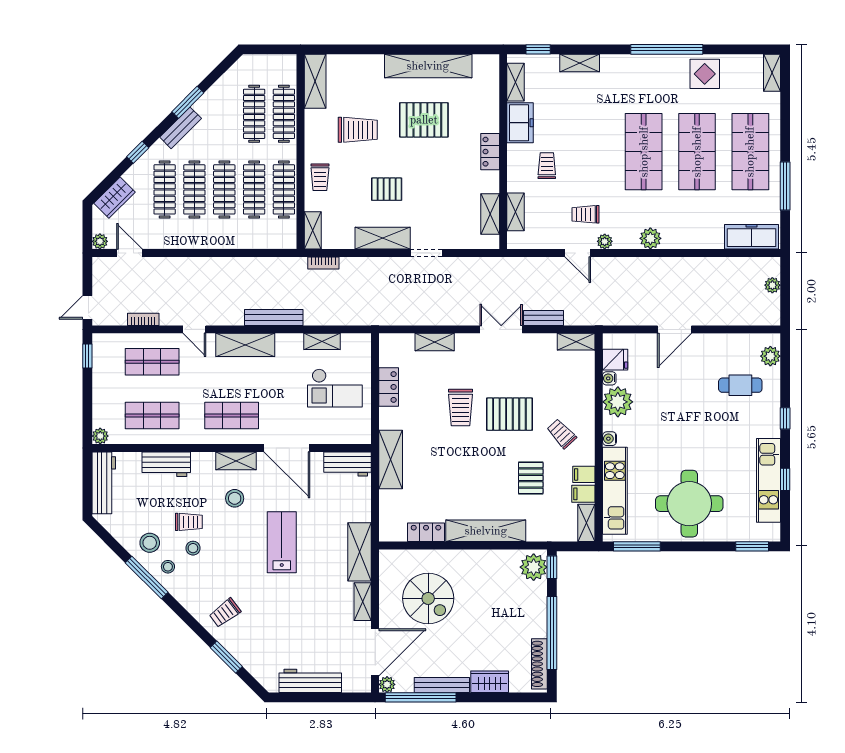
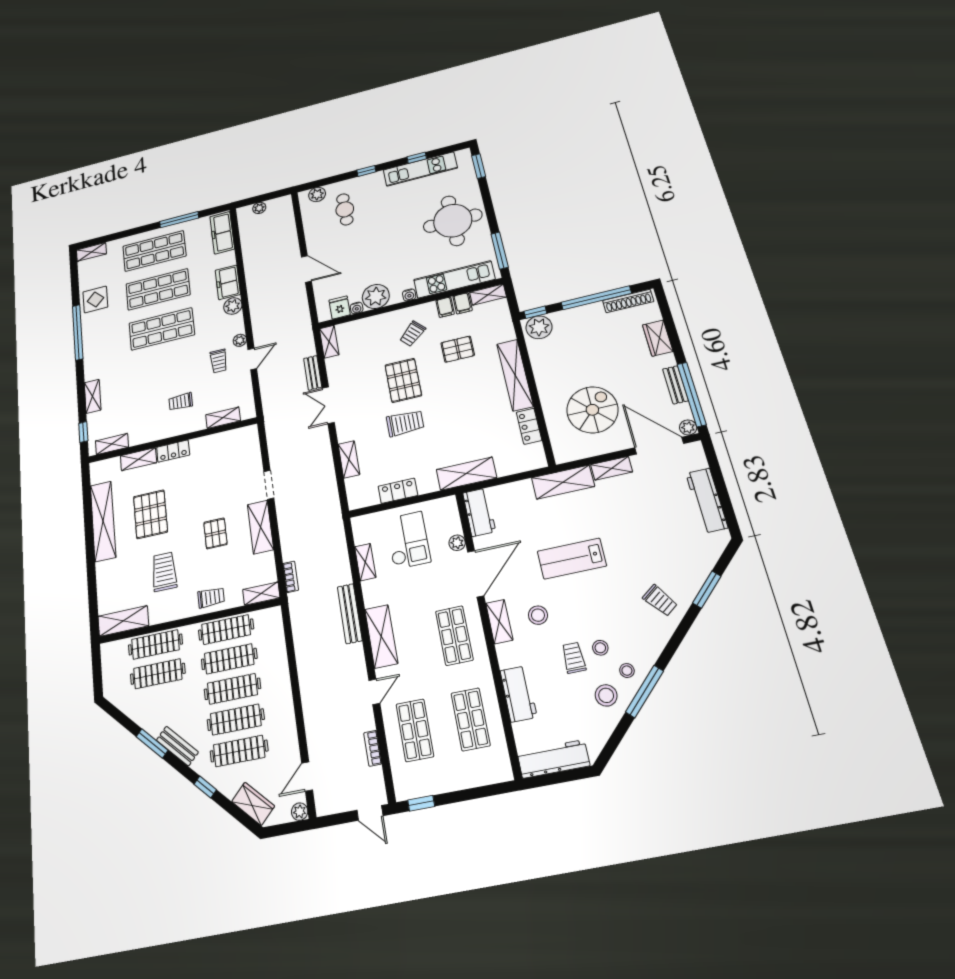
freezer: (520, 123) -> (228, 282), moved, turned -90
shelving: (490, 214) -> (138, 459), moved
plant: (100, 436) -> (457, 543), moved
bench: (442, 685) -> (675, 385), width x0.73

